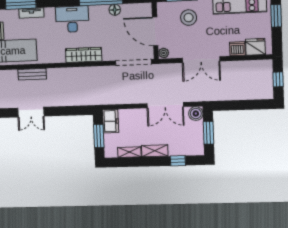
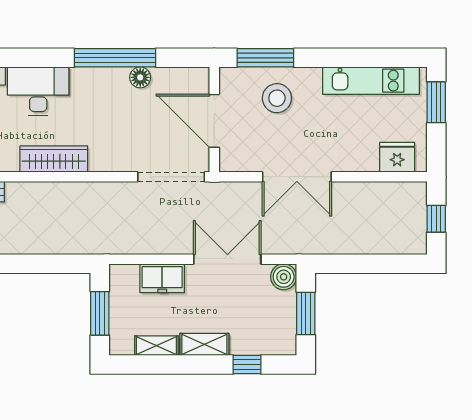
desk: (72, 19) -> (38, 91), moved
dishwasher: (237, 49) -> (364, 159), removed
plant: (164, 53) -> (228, 162), removed
wardrobe: (84, 55) -> (54, 159), moved
double door: (165, 105) -> (227, 259), swing flipped
freezer: (111, 121) -> (162, 278), moved, turned 90

